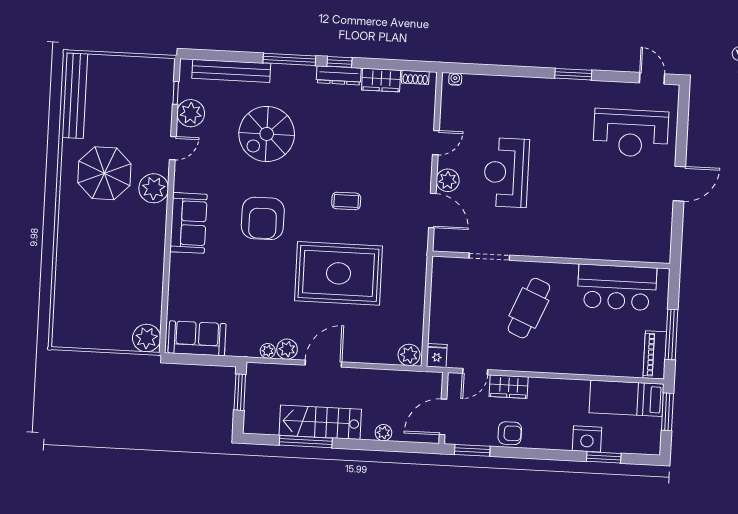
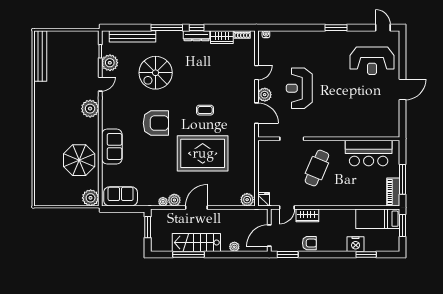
parasol: (104, 173) -> (79, 160), moved
armchair: (263, 218) -> (156, 123), turned -90
sofa: (188, 223) -> (112, 147), moved

